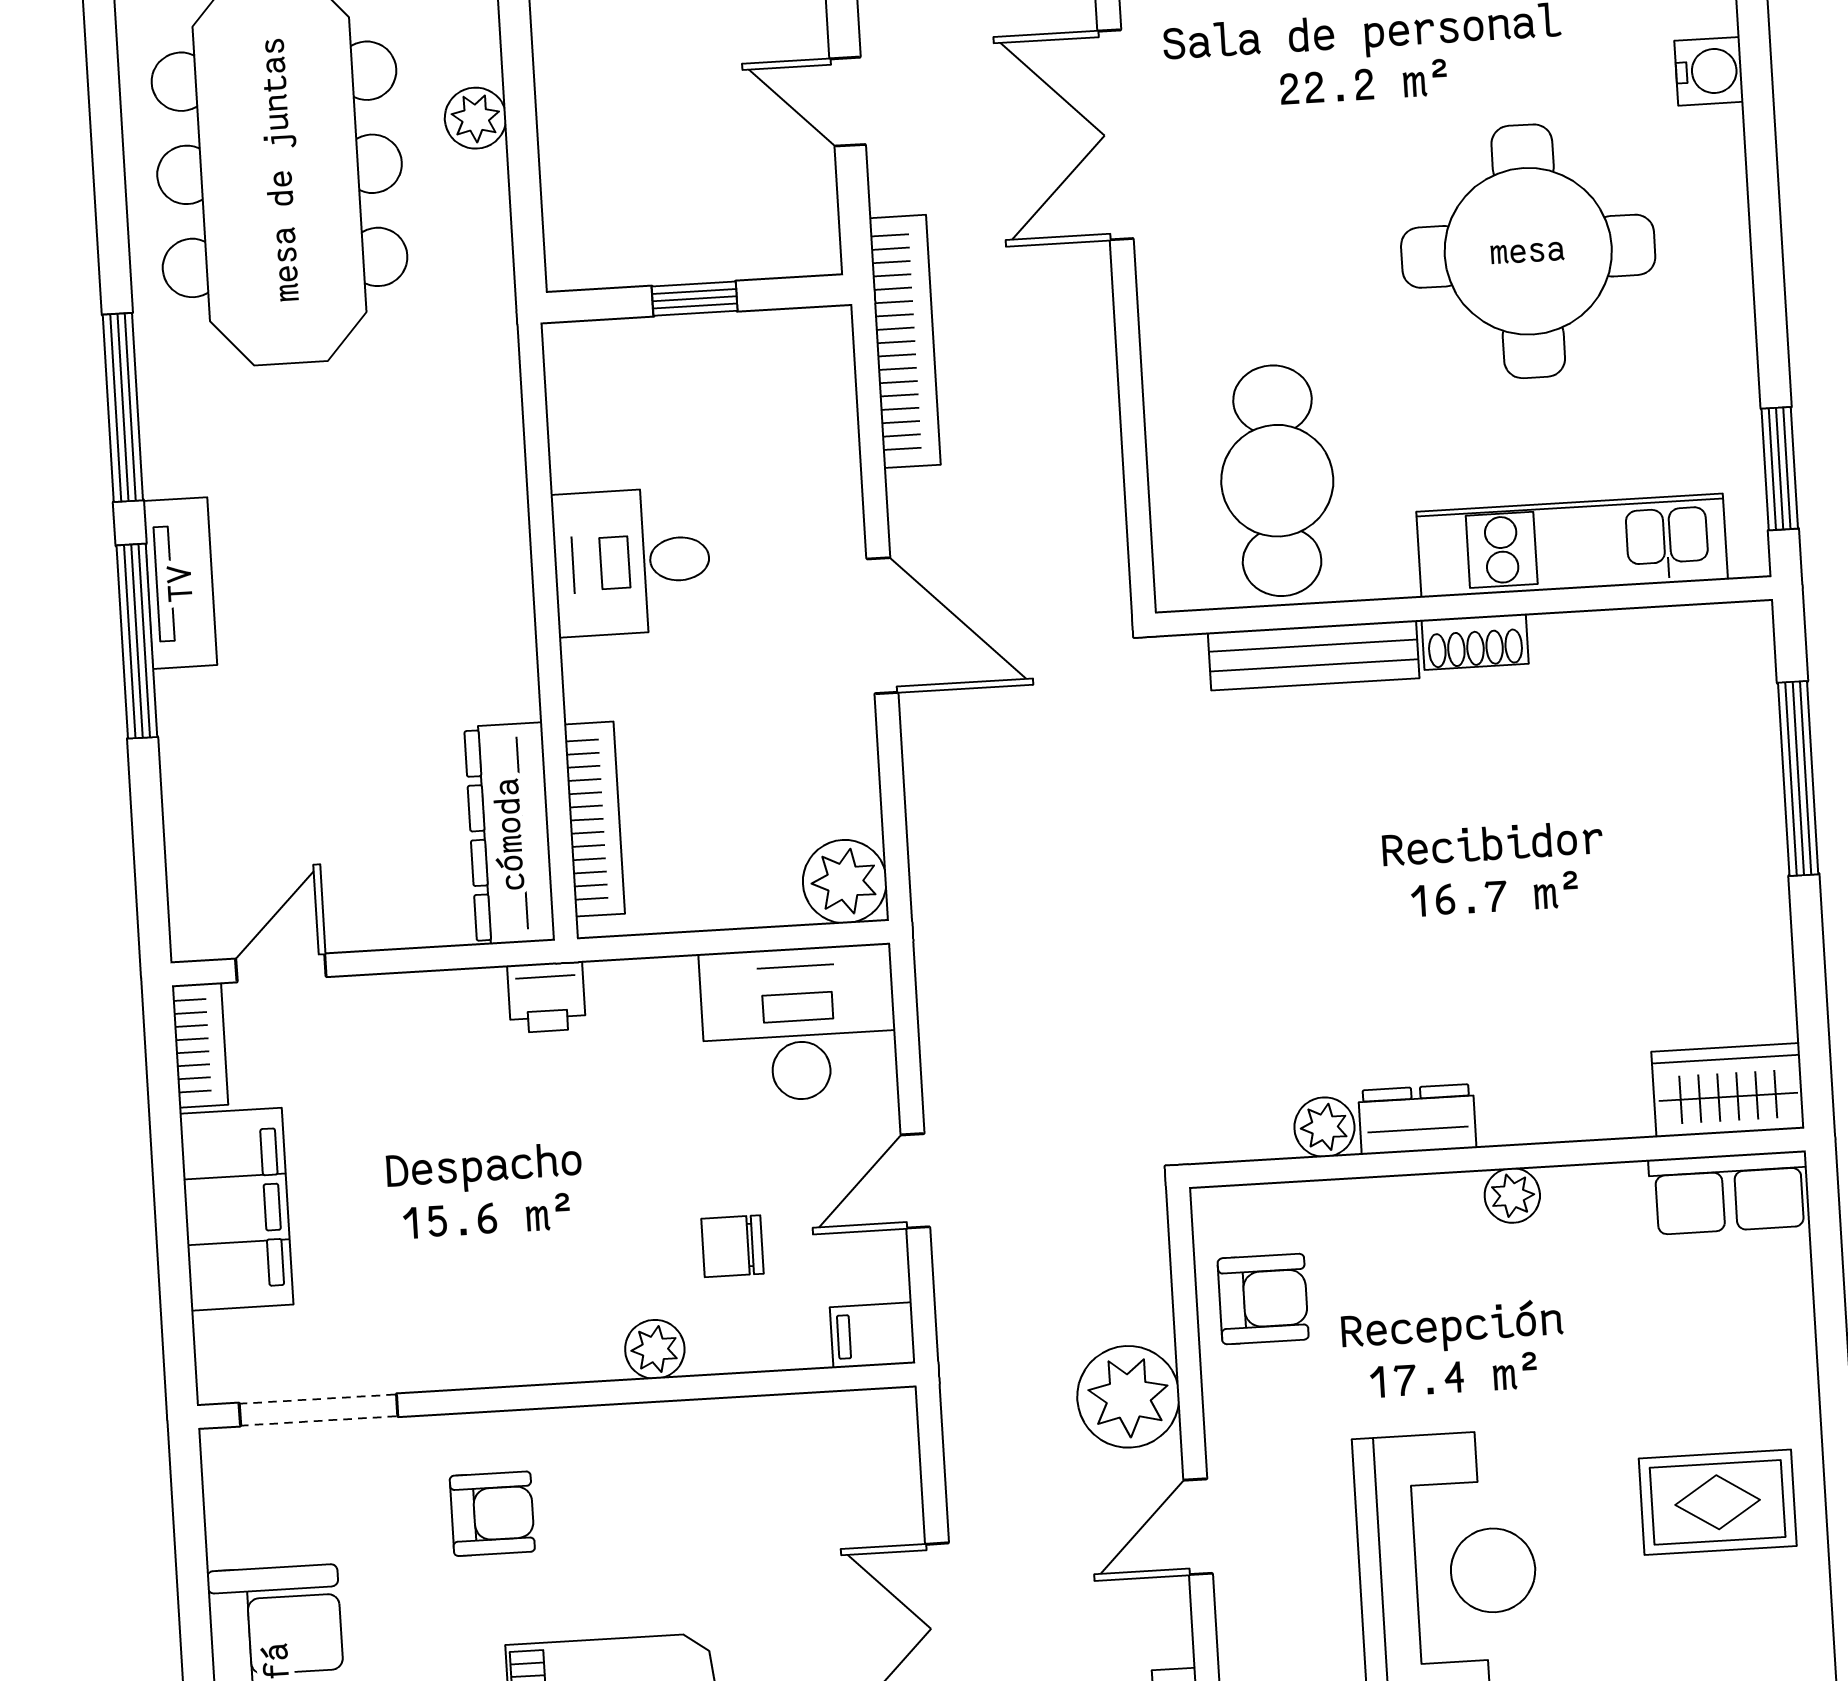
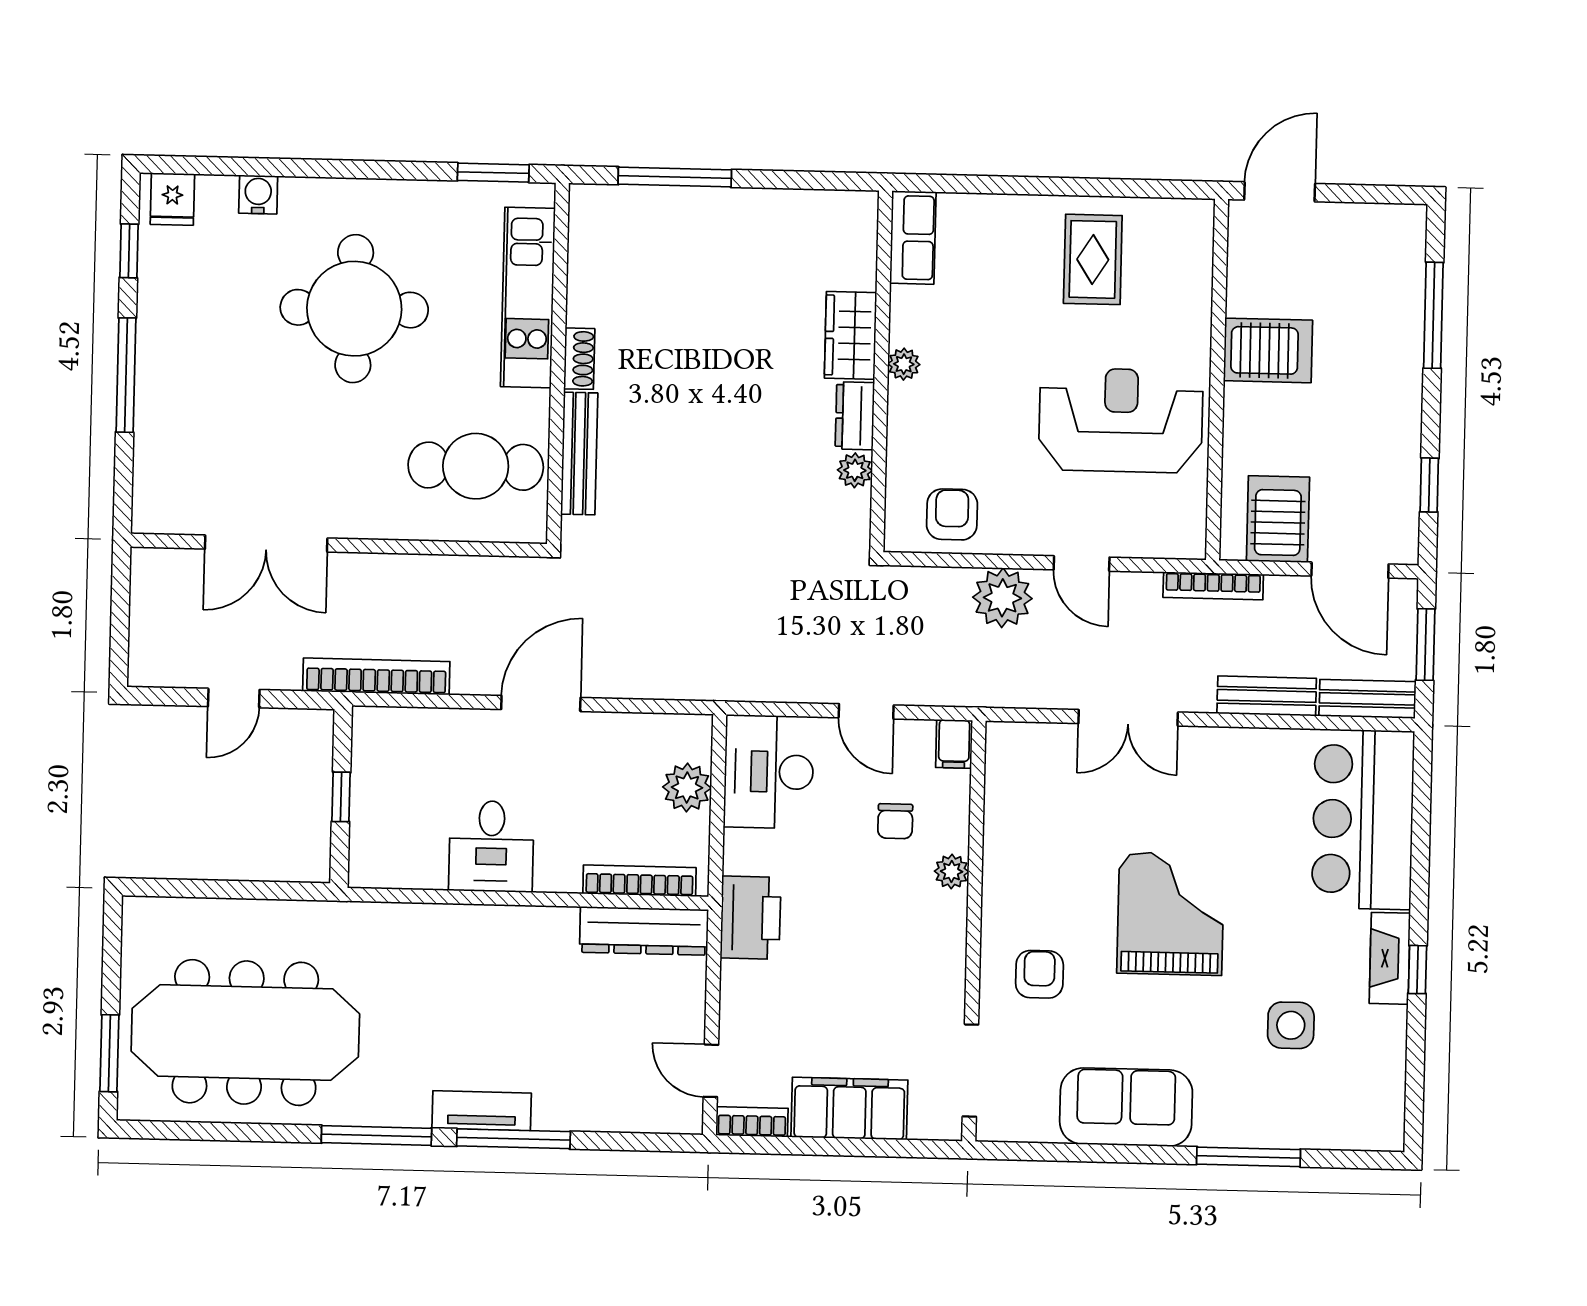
plant: (476, 118) -> (225, 916), removed
plant: (845, 882) -> (687, 787), moved
printer: (546, 997) -> (751, 918), width x1.87, depth x1.48
wardrobe: (1728, 1090) -> (851, 335), moved

